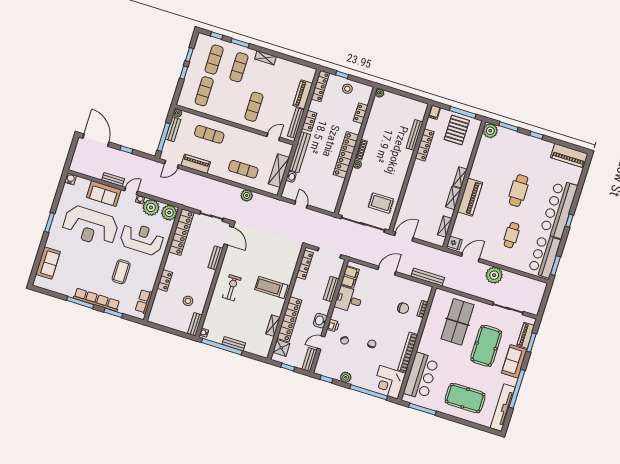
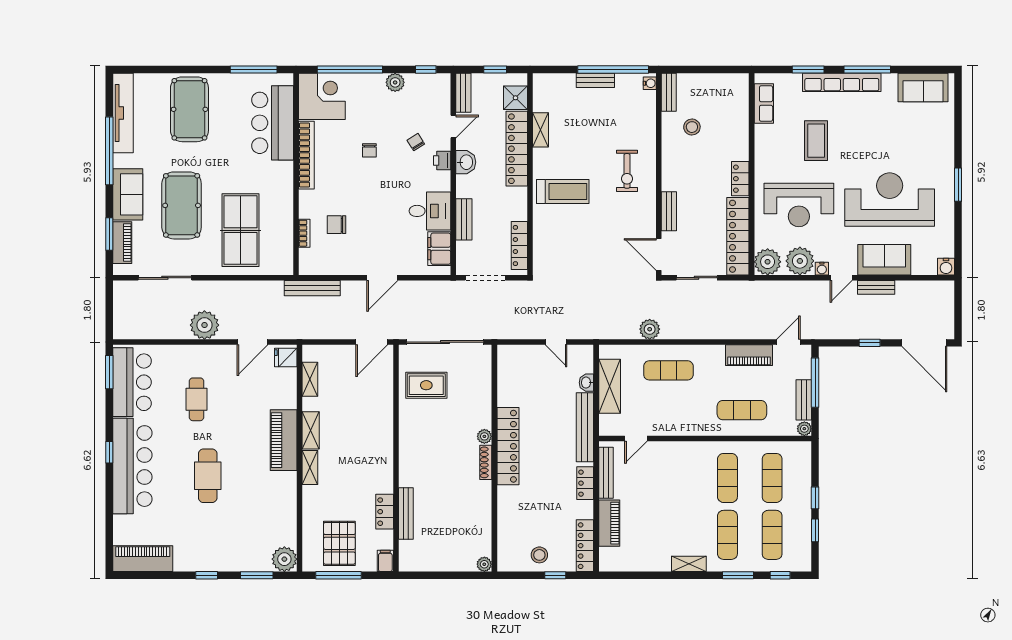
exercise mat: (254, 107) -> (727, 478), moved
locker: (361, 113) -> (505, 522), removed
locker: (425, 145) -> (385, 512), width x0.66
sofa: (48, 263) -> (923, 88), moved, turned -90
locker: (165, 280) -> (740, 179), moved
pool table: (465, 398) -> (189, 109), turned 90

